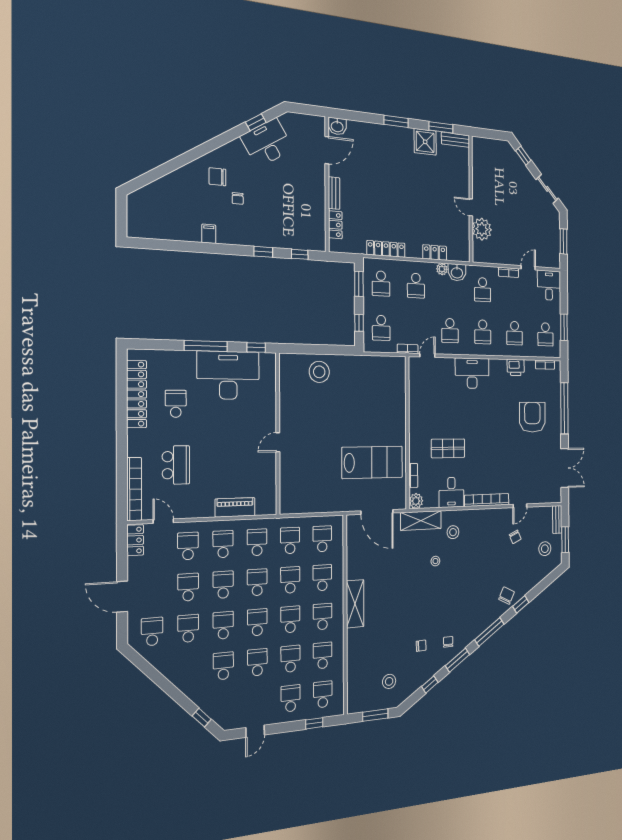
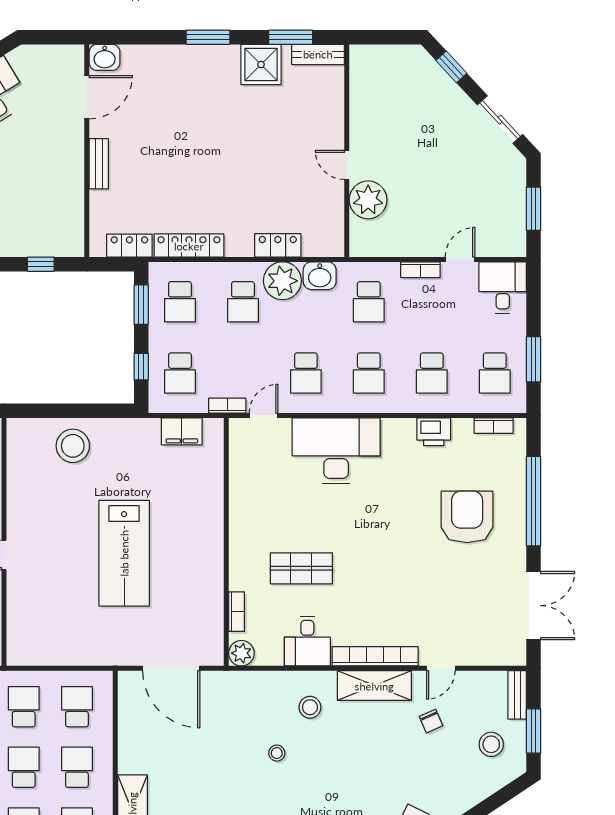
locker: (335, 225) -> (129, 246), moved, turned -90
plant: (442, 269) -> (282, 281), width x1.88, depth x1.88
filing cabinet: (382, 364) -> (182, 431), added
desk: (472, 373) -> (336, 451), width x1.36, depth x1.30
lab bench: (372, 462) -> (124, 553), moved, turned 90
shelving: (421, 521) -> (374, 686), moved

